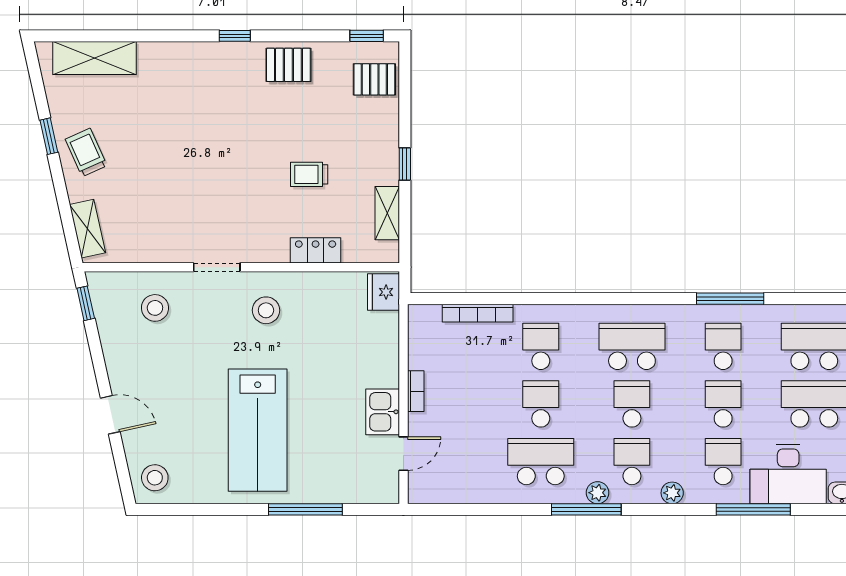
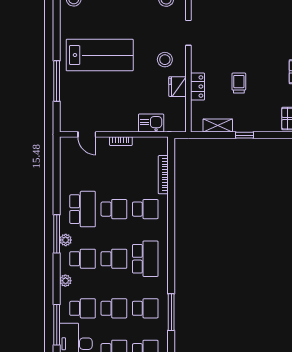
fridge: (383, 292) -> (177, 87), moved, turned -90
kitchen sink: (383, 412) -> (151, 123), moved
lab bench: (258, 430) -> (100, 55), turned 180

